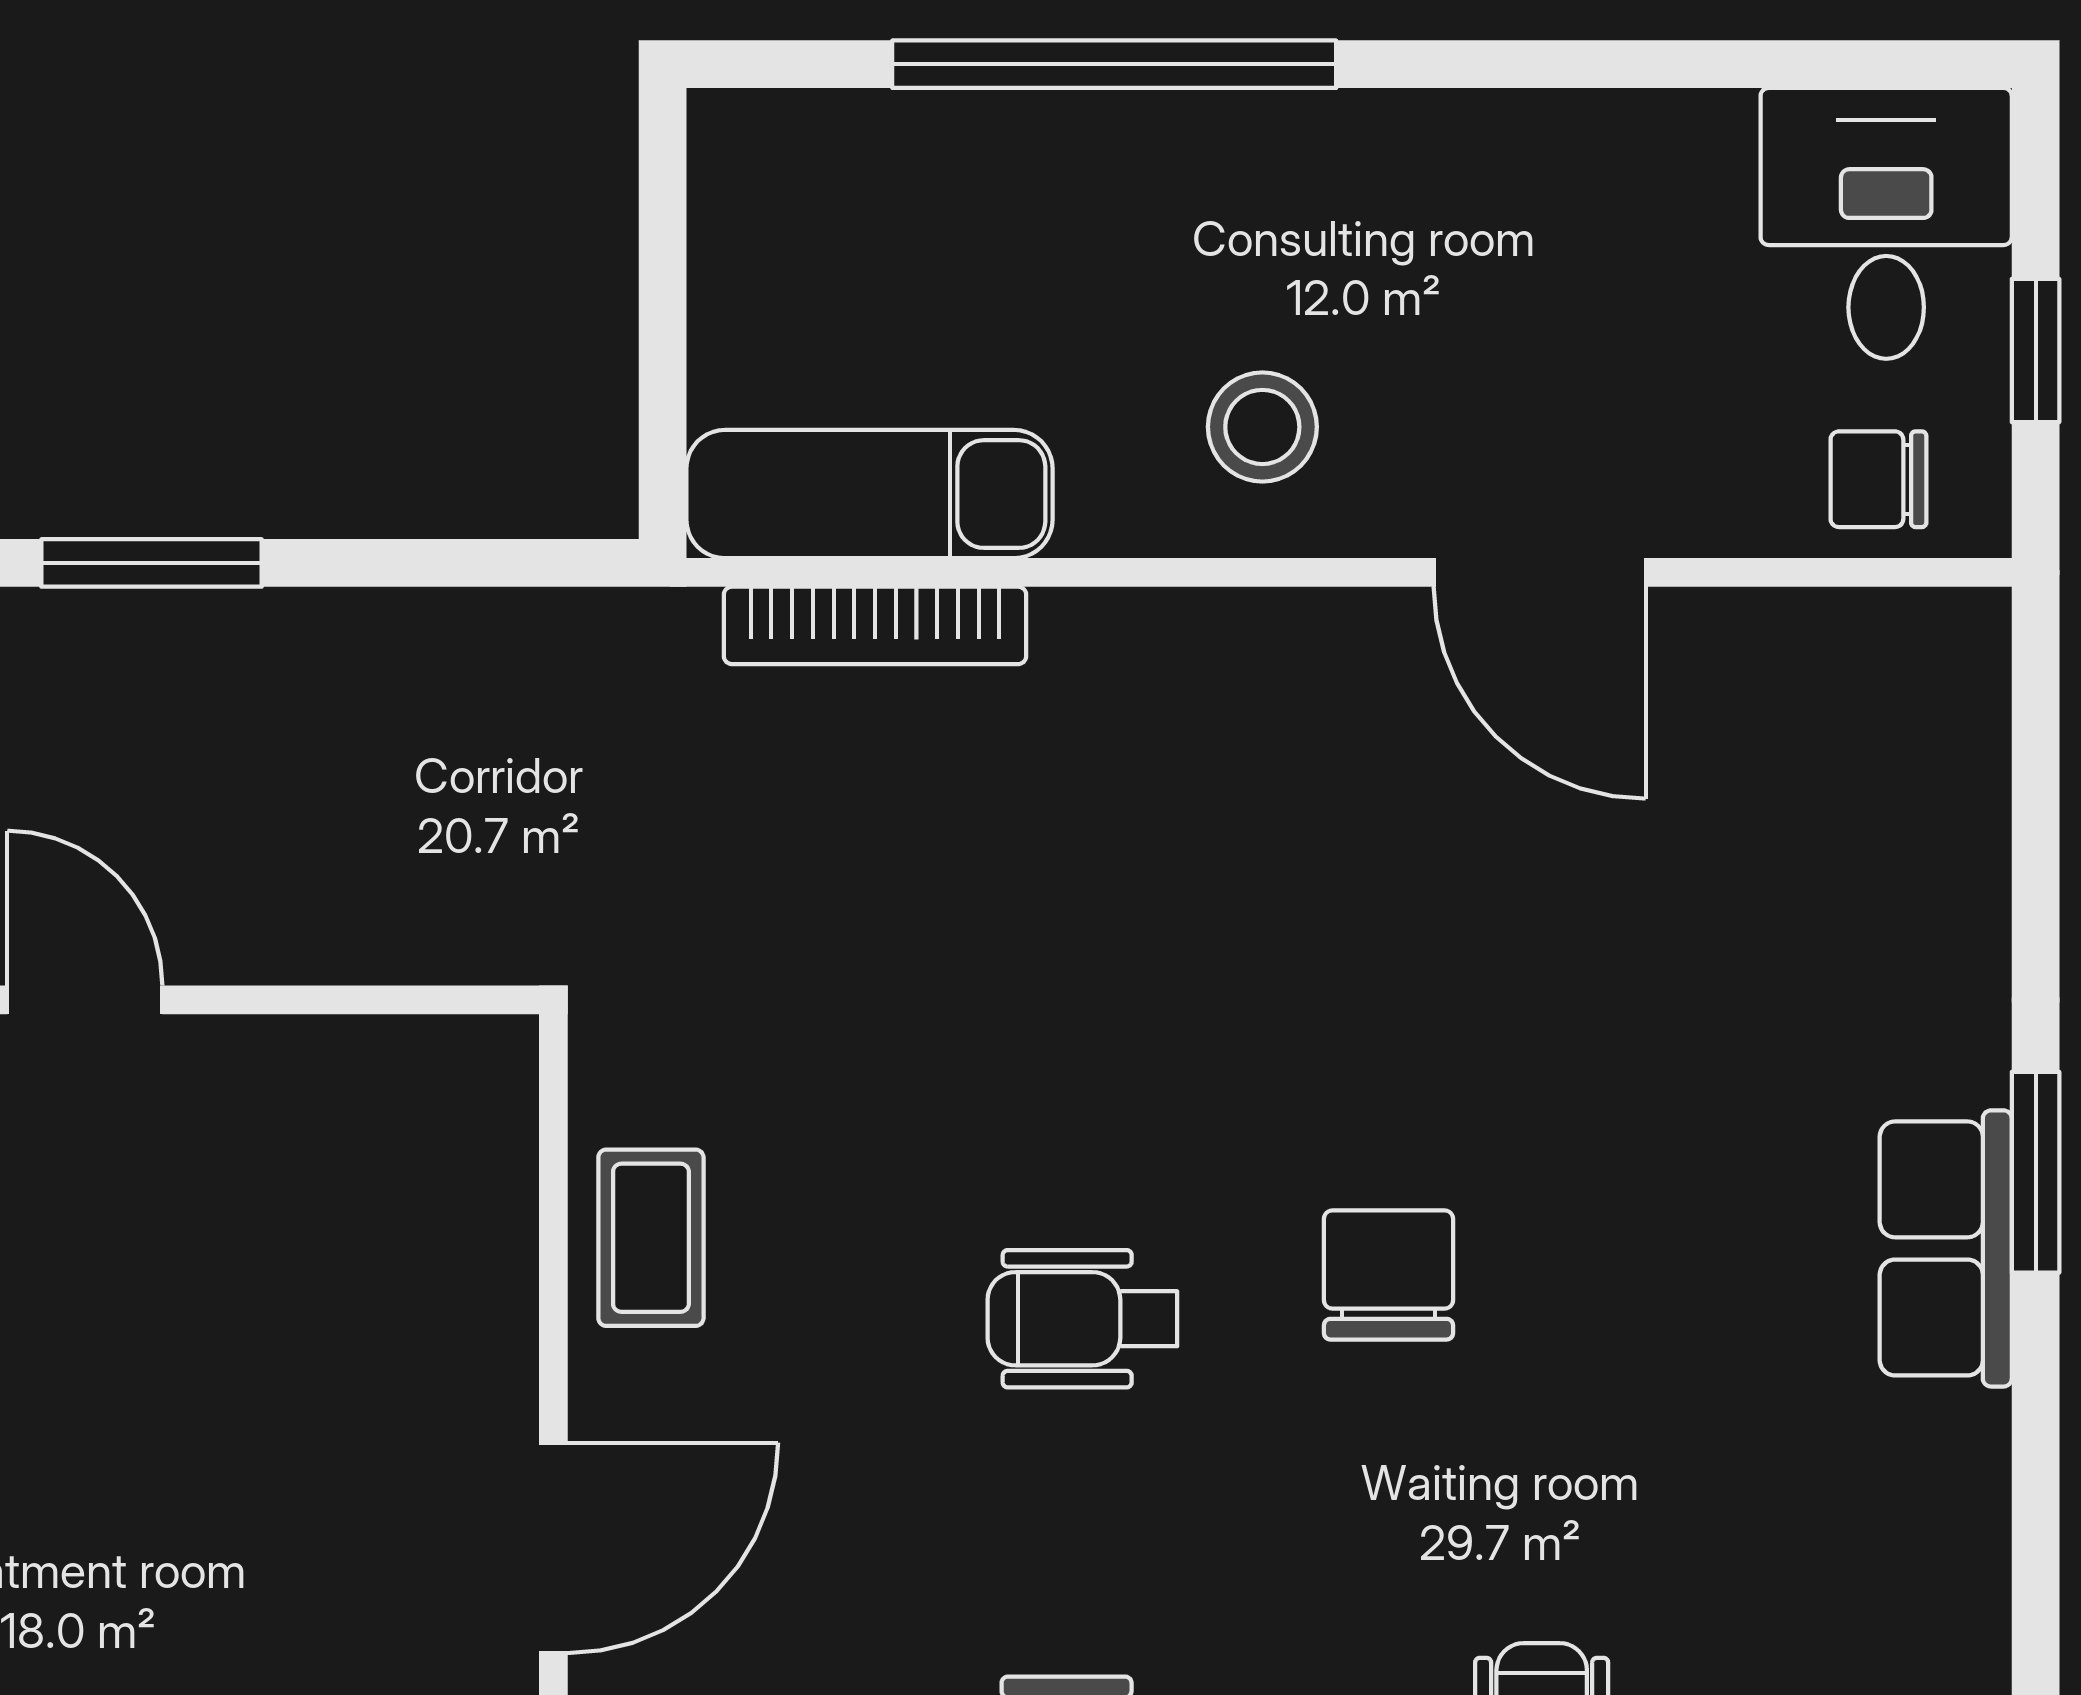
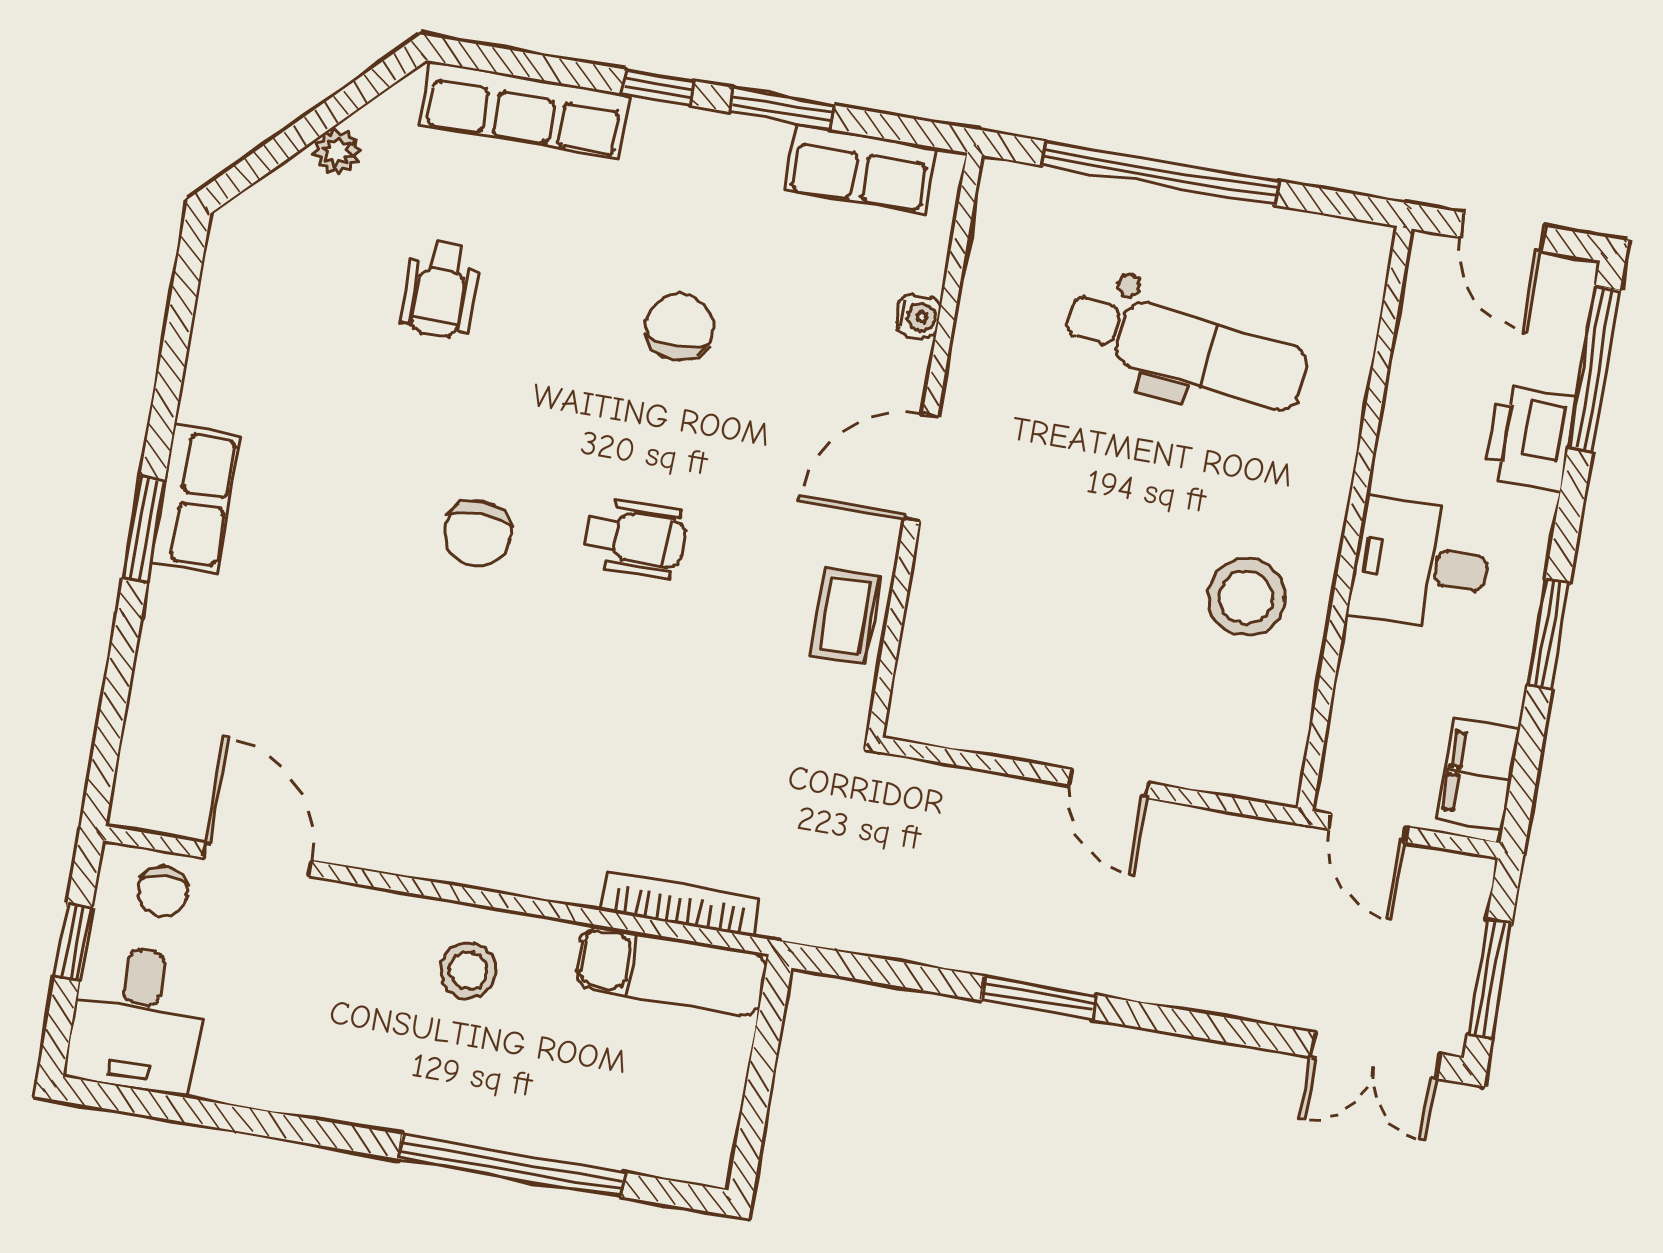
chair: (1878, 479) -> (163, 891), turned 90
door: (1540, 572) -> (257, 859), moved

